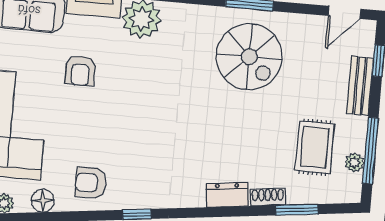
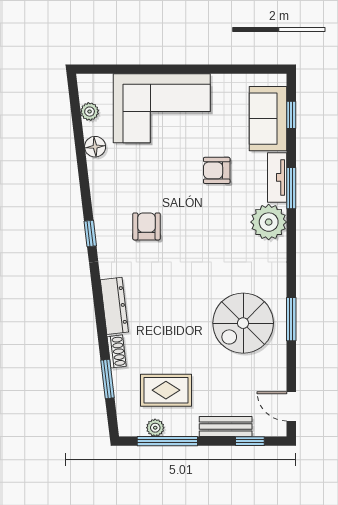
armchair: (91, 183) -> (146, 226), moved
dresser: (227, 195) -> (114, 306), width x1.44

